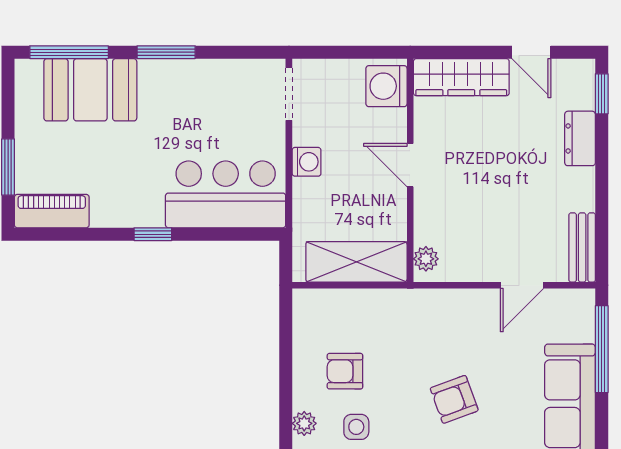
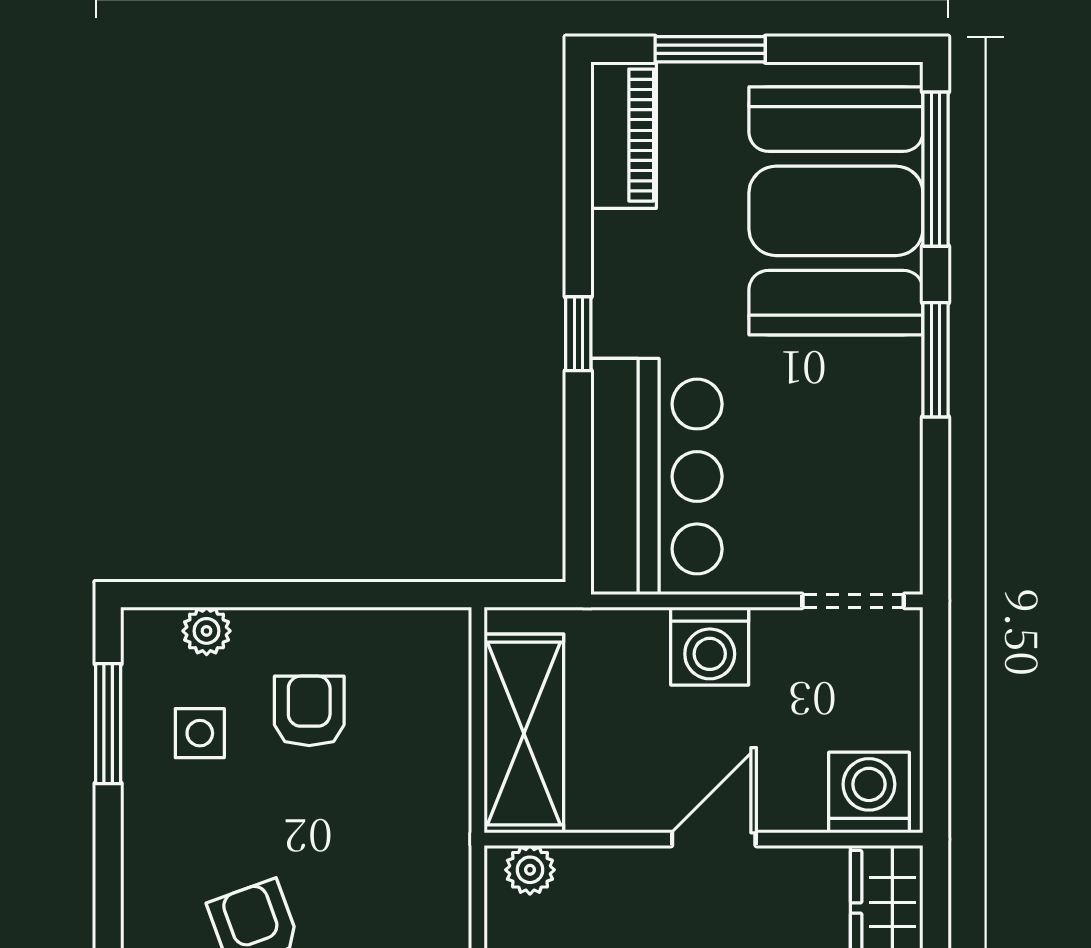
booth: (90, 90) -> (836, 211), width x1.36, depth x1.42
washing machine: (307, 162) -> (710, 646), width x1.38, depth x1.38

